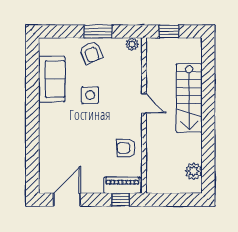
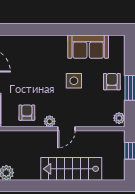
armchair: (91, 52) -> (112, 82), turned 112
plant: (136, 122) -> (50, 121), added

